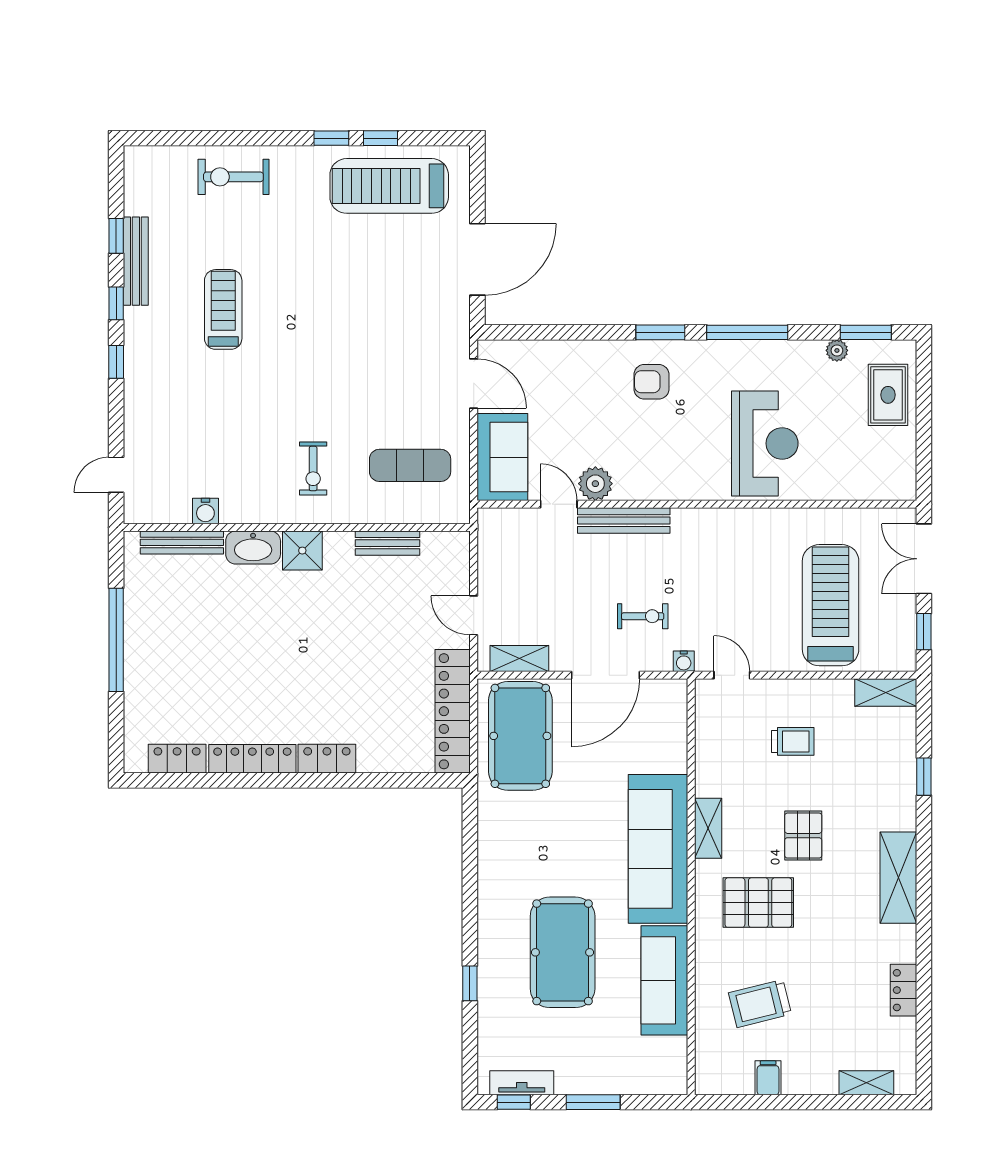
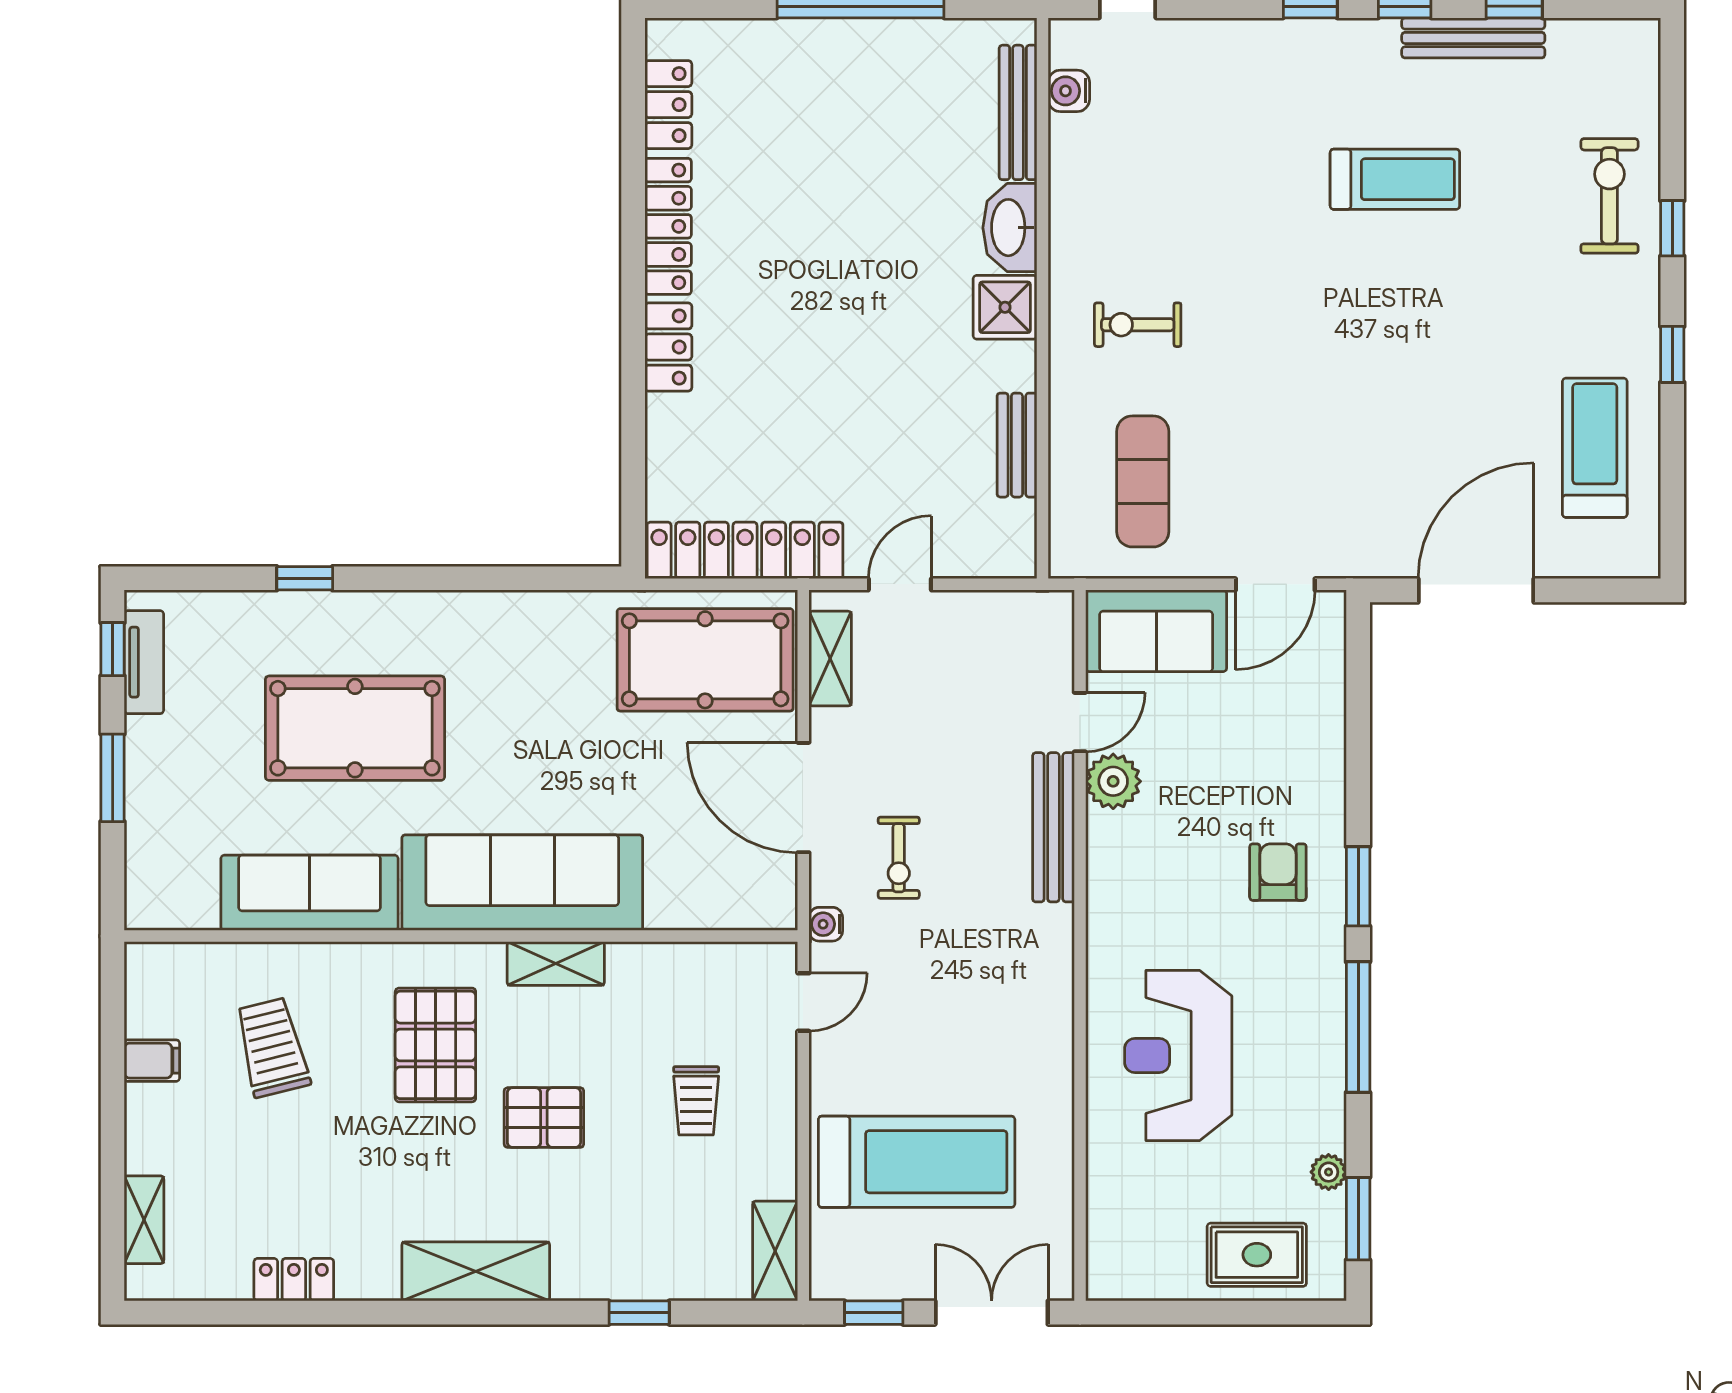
window: (380, 138) -> (1672, 228), moved
treadmill: (389, 186) -> (1595, 448), width x0.73, depth x0.73
door: (477, 259) -> (1476, 590), swing flipped
reception desk: (765, 443) -> (1178, 1056), turned 90
water cooler: (205, 511) -> (1069, 91), moved

